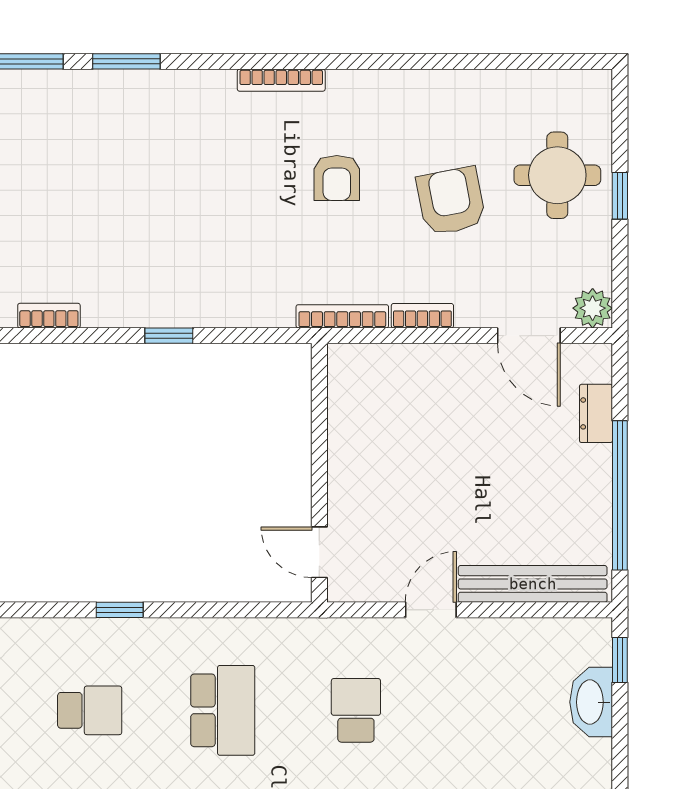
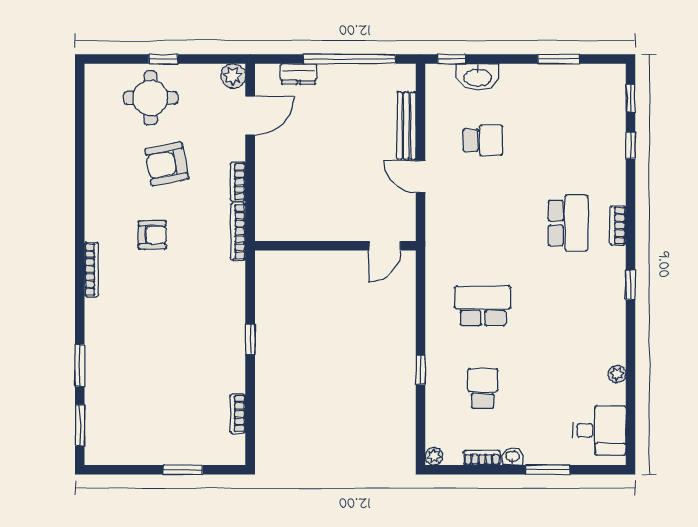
bench: (533, 584) -> (406, 126), width x0.73, depth x0.82
school desk: (356, 710) -> (483, 140), moved, turned 180

